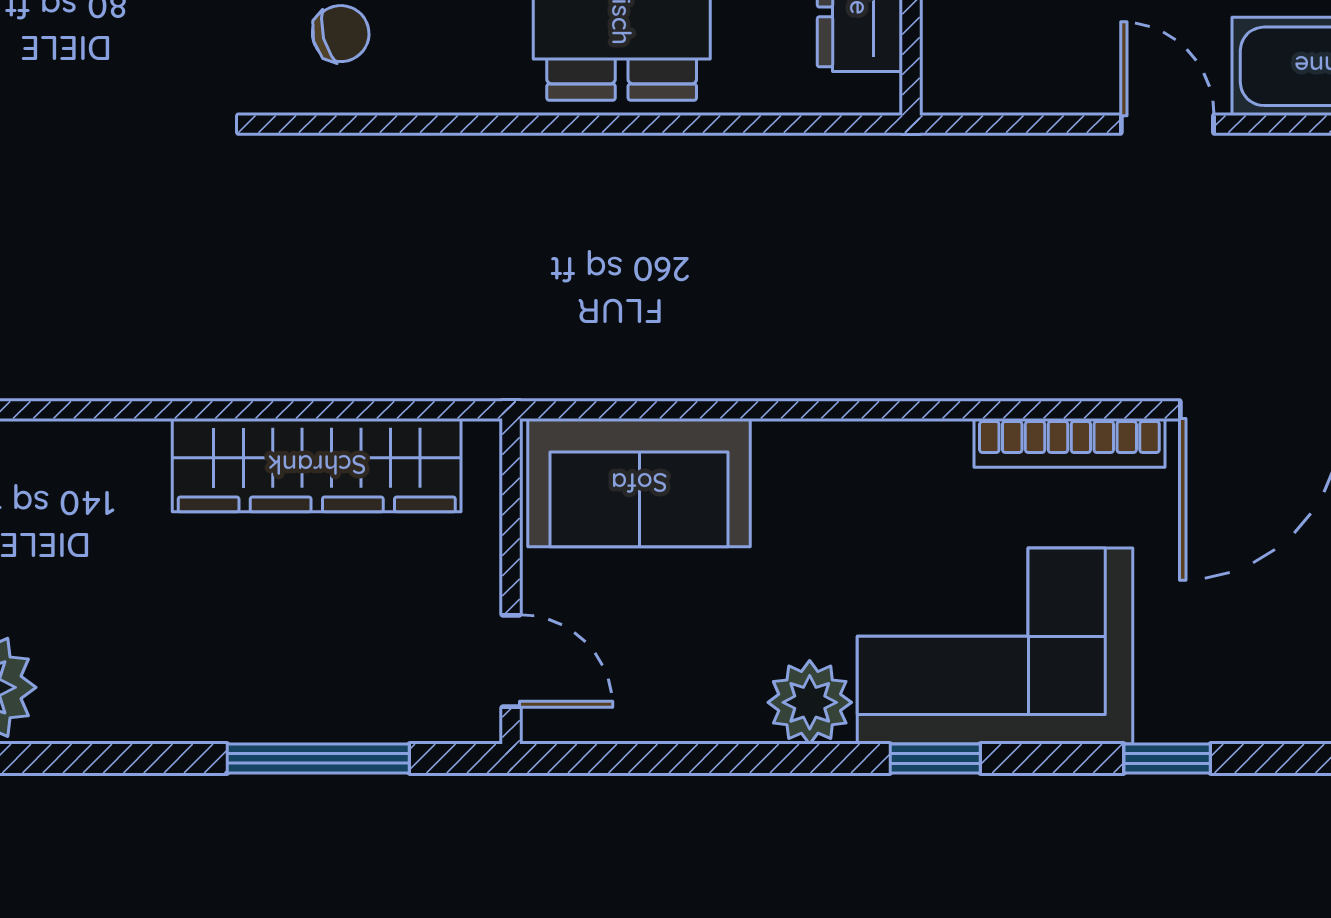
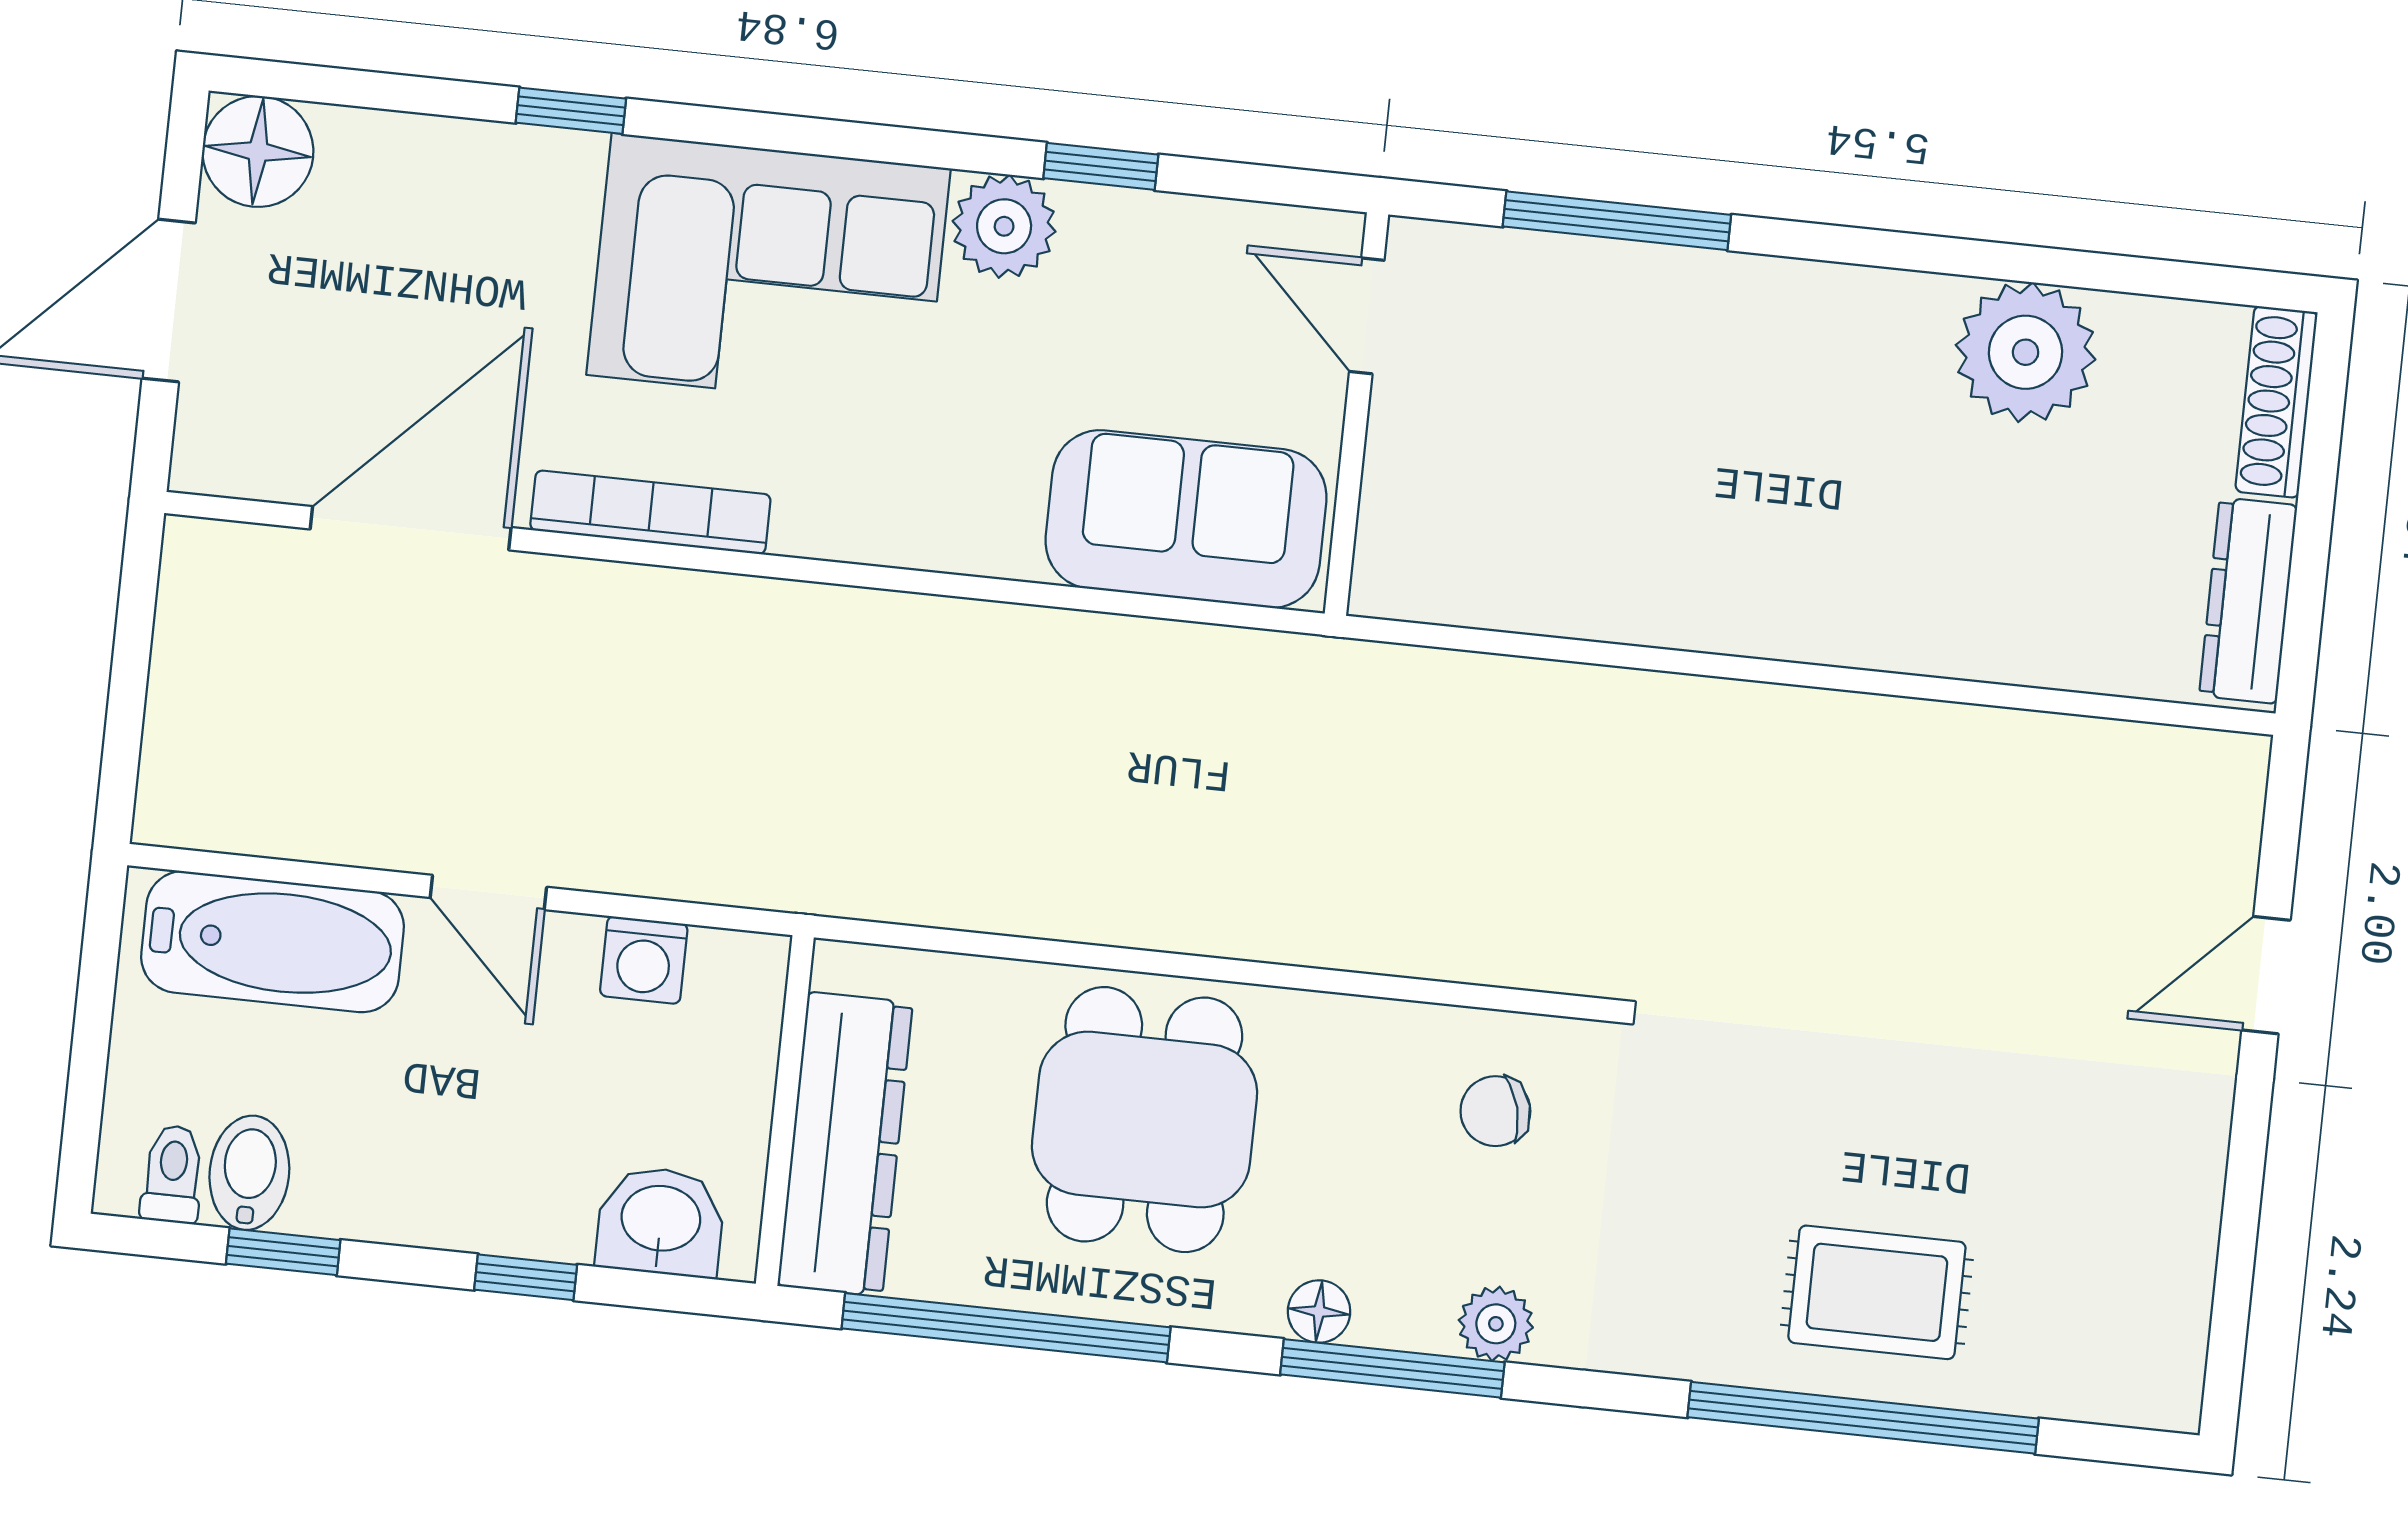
washing machine: (1037, 83) -> (644, 960), added
wardrobe: (317, 465) -> (1581, 582), removed
window: (935, 758) -> (1101, 166), moved

